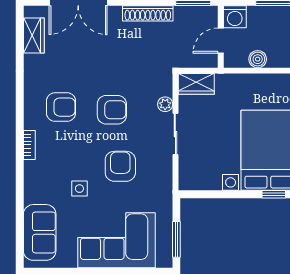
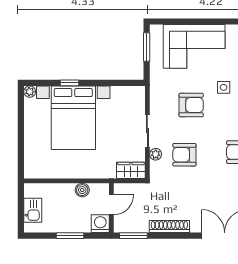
armchair: (112, 110) -> (184, 155), moved
armchair: (120, 166) -> (191, 105), turned -90

